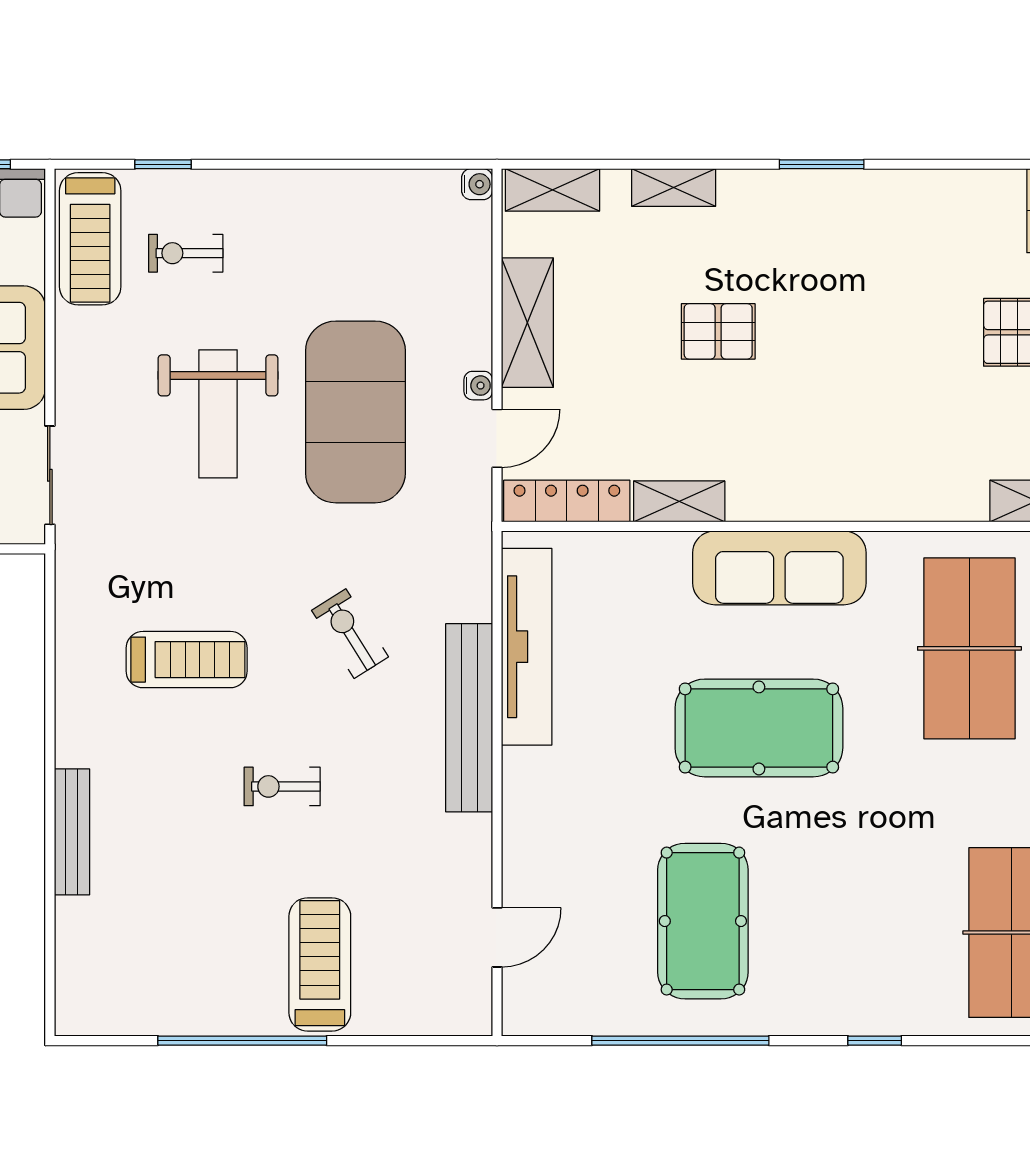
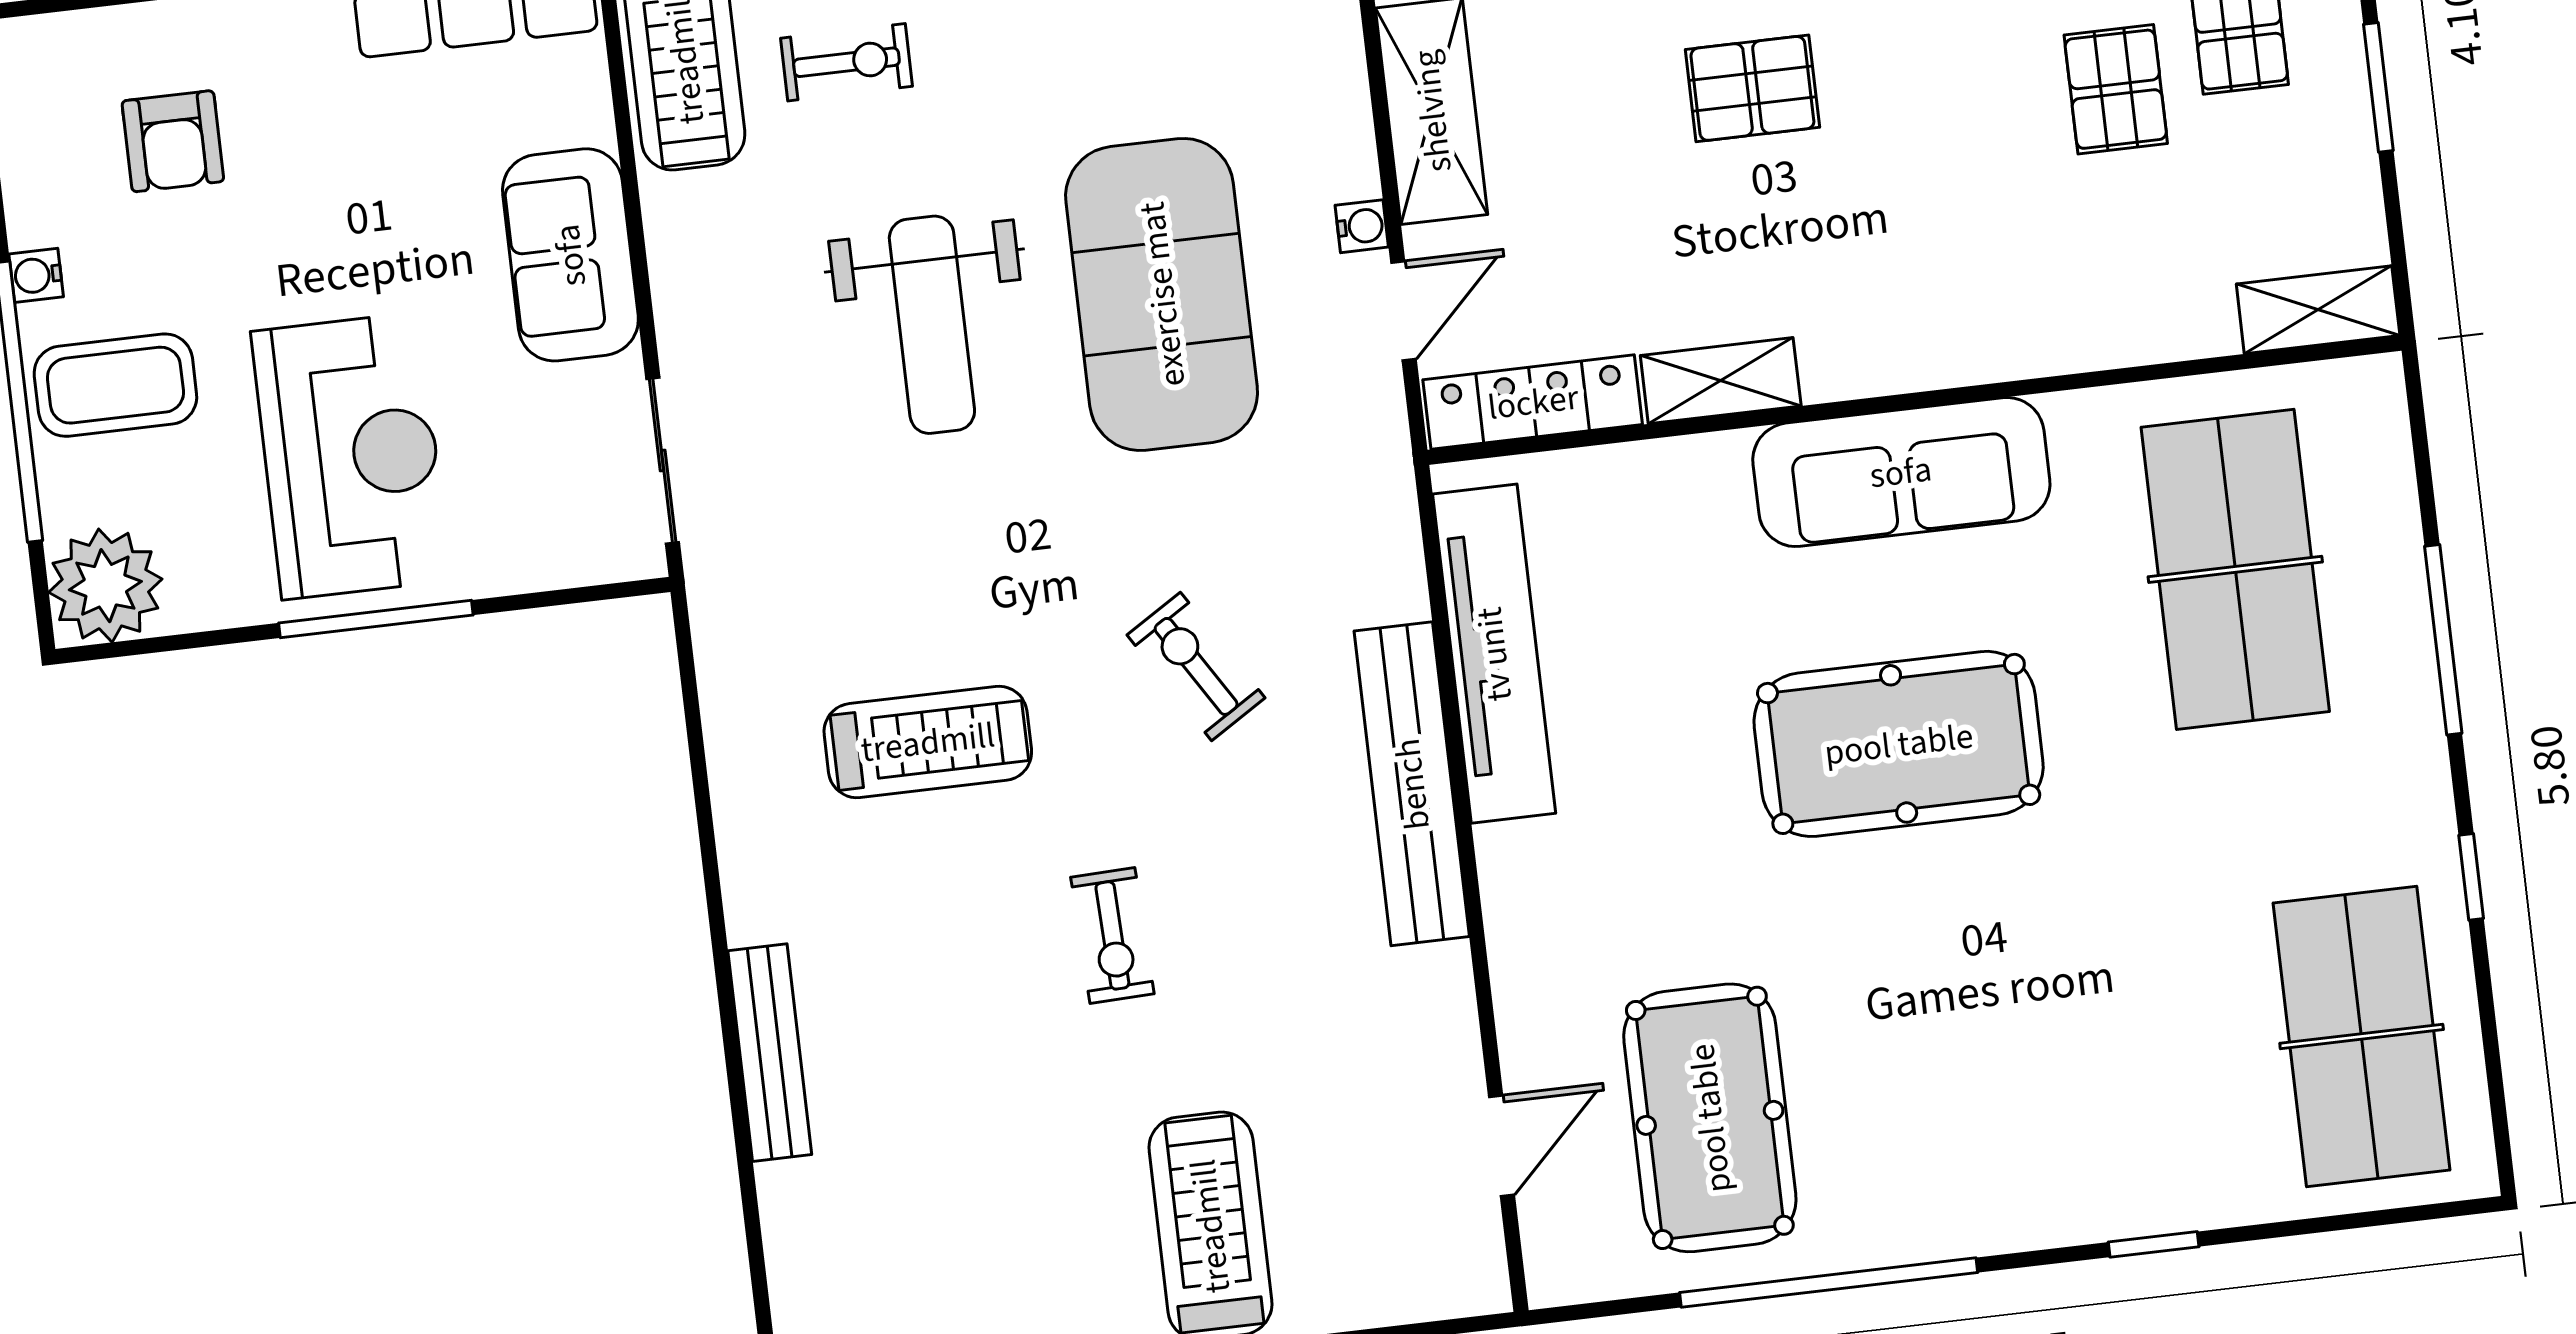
exercise bike: (186, 253) -> (846, 62), turned 180
pallet: (932, 357) -> (2116, 89), added
exercise bike: (282, 786) -> (1112, 935), turned -92
pool table: (703, 921) -> (1710, 1118), moved

